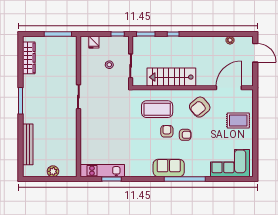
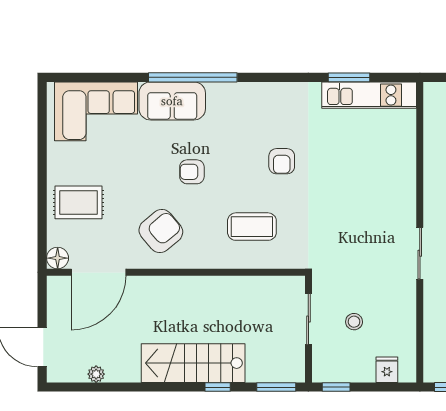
stairs: (171, 77) -> (193, 363), moved, turned 180
floor lamp: (248, 94) -> (58, 258), added
coffee table: (157, 109) -> (252, 227), width x0.73, depth x0.76
armchair: (167, 131) -> (282, 161), moved
sofa: (169, 168) -> (172, 101), moved

